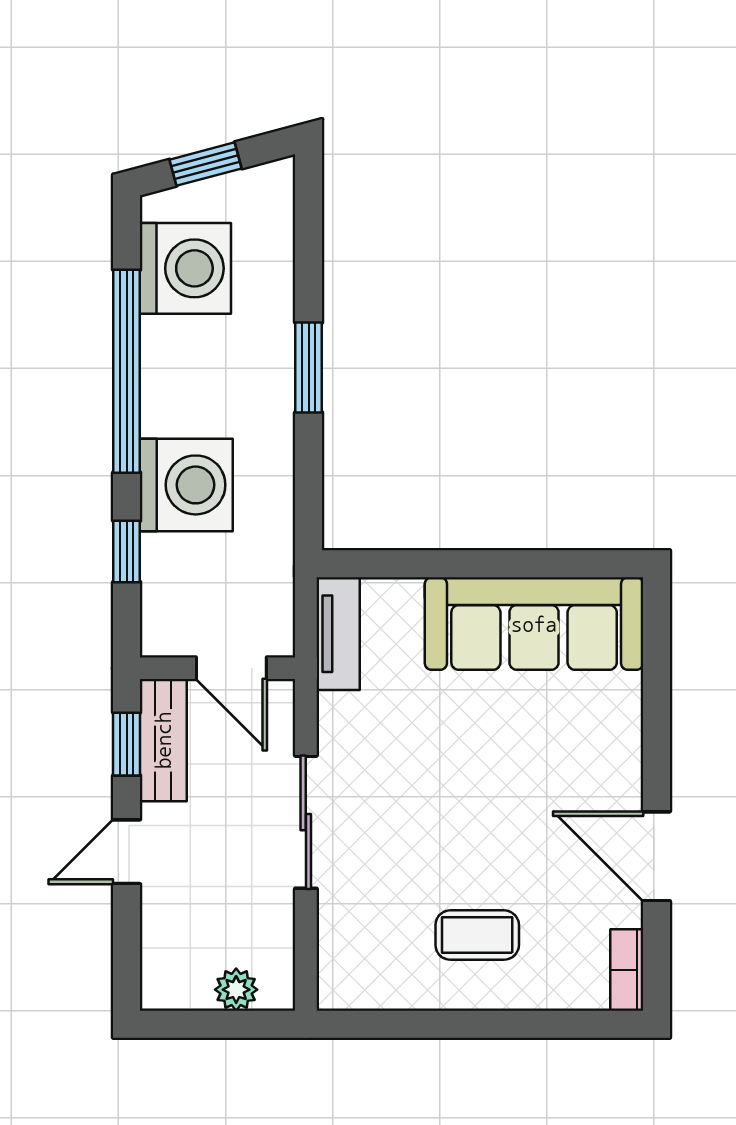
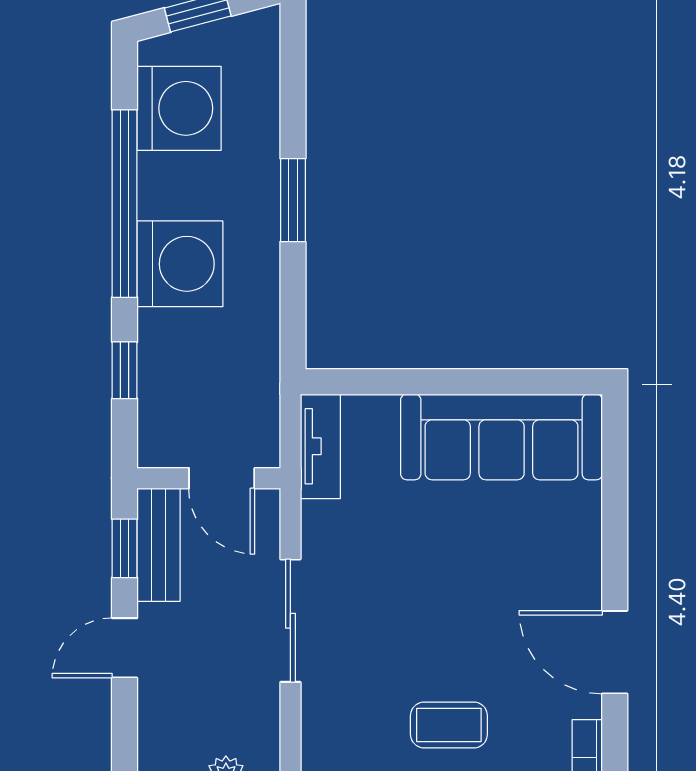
washing machine: (186, 485) -> (180, 264), moved

